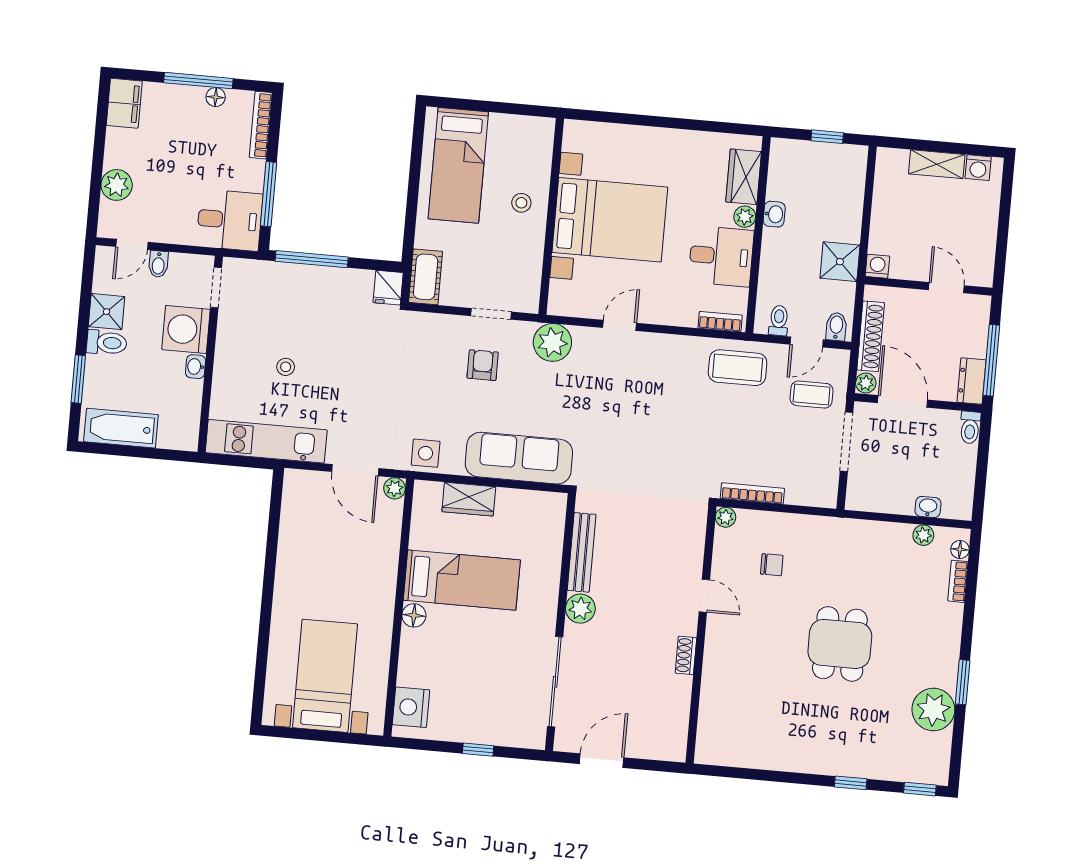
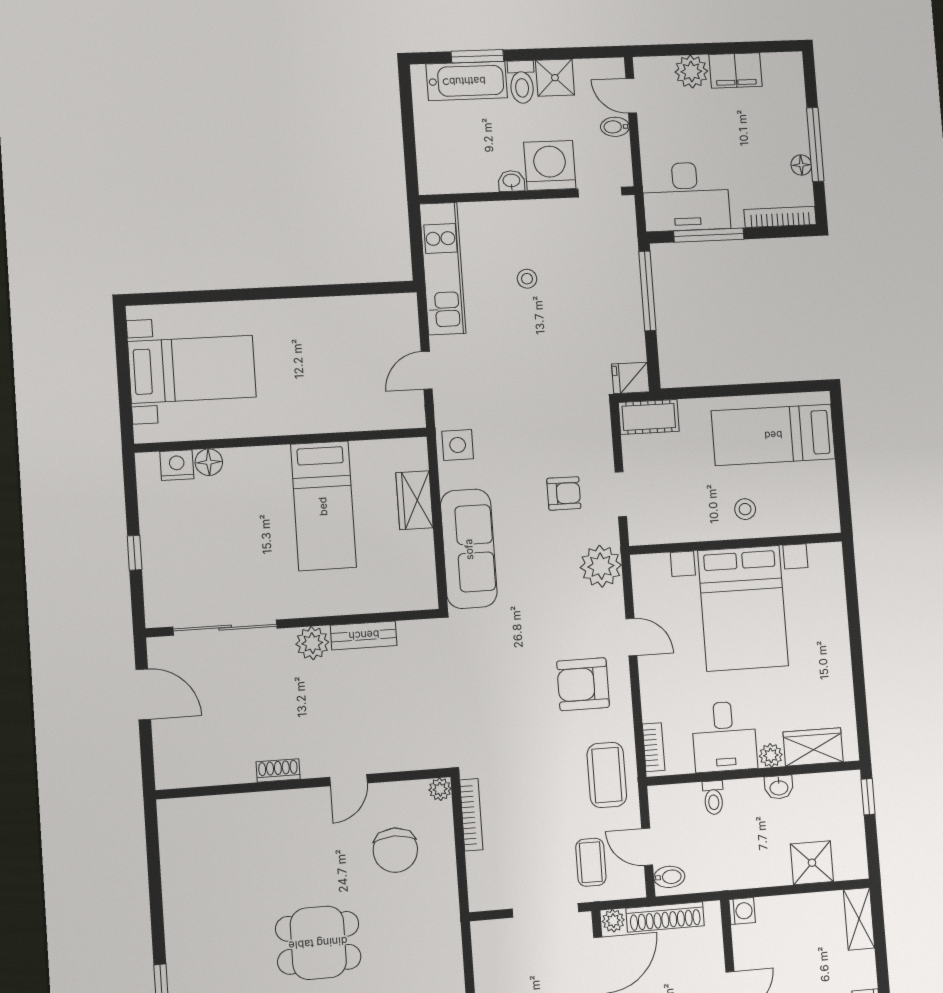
filing cabinet: (124, 103) -> (735, 70), moved
window: (827, 137) -> (868, 797), moved
shelving: (937, 164) -> (859, 919), moved
desk: (230, 220) -> (686, 197), width x1.37
shower: (840, 262) -> (812, 863), moved
toilet: (779, 320) -> (713, 798), moved, turned 90
armchair: (654, 376) -> (583, 684), added
bathtub: (121, 428) -> (467, 81), moved, turned 90
door: (355, 470) -> (427, 370), width x0.73
plant: (395, 488) -> (413, 416), removed
bench: (582, 552) -> (364, 635), width x0.73
chair: (772, 565) -> (395, 850), width x1.87, depth x1.87
floor lamp: (414, 615) -> (209, 462), moved
nightstand: (411, 707) -> (177, 465), width x0.74, depth x0.75

